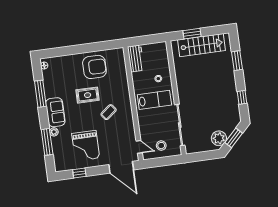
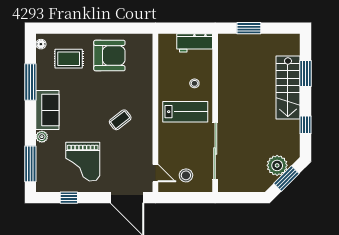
stairs: (201, 45) -> (288, 88), moved, turned 90
workbench: (136, 58) -> (195, 43), moved, turned 90
rug: (88, 95) -> (69, 59), moved
plant: (219, 138) -> (277, 165), moved
window: (47, 142) -> (30, 164), moved

